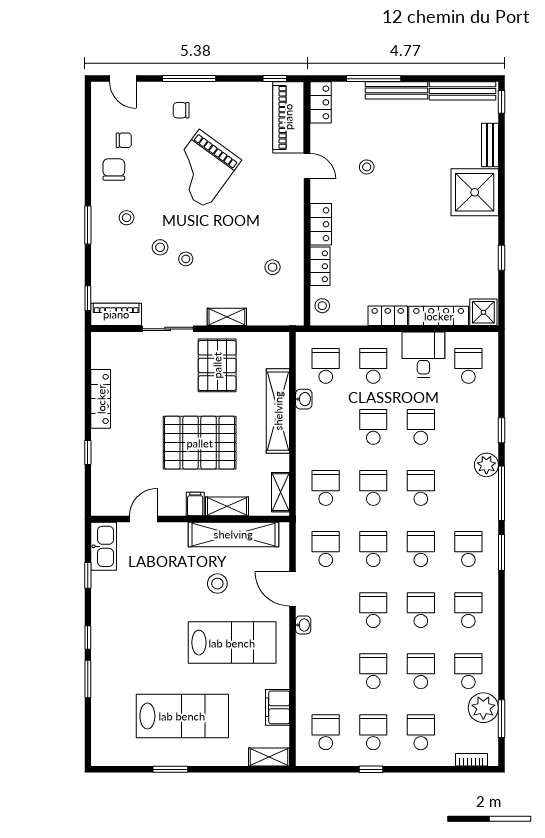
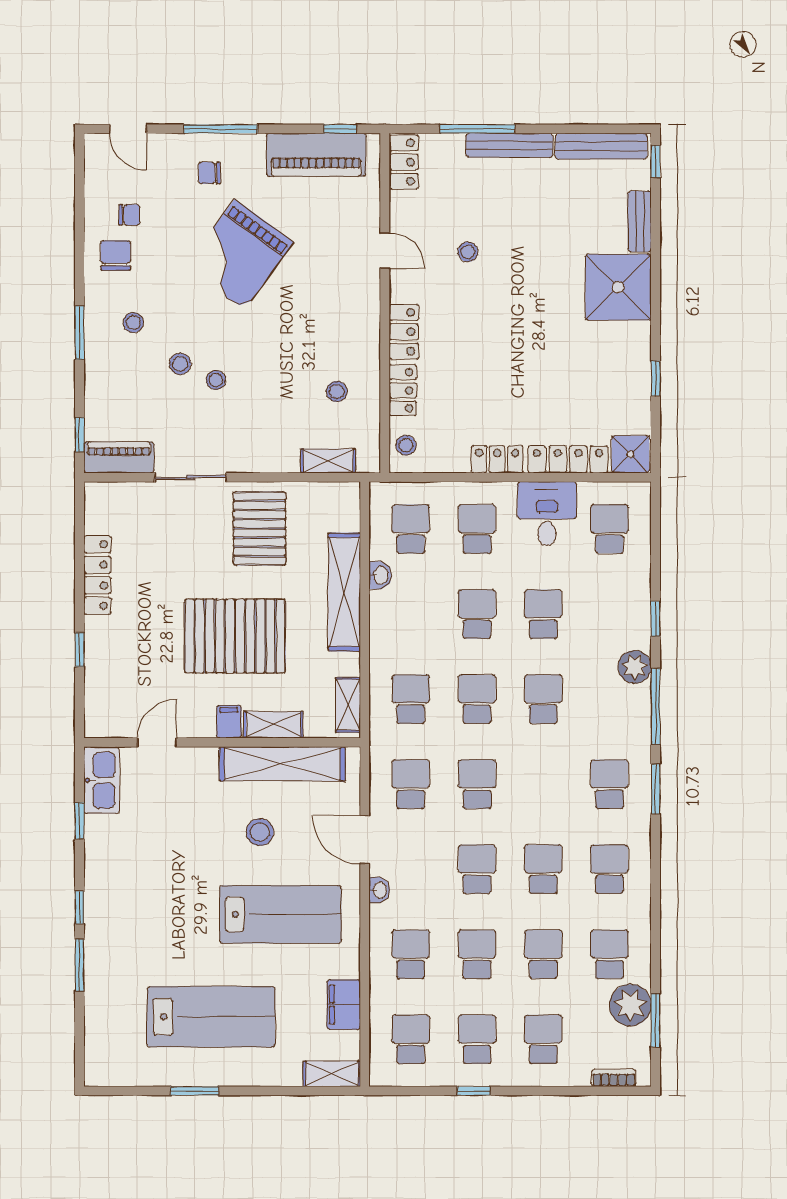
piano: (288, 117) -> (316, 155), moved, turned -90
shelving: (227, 317) -> (328, 461), moved
school desk: (421, 549) -> (411, 954), moved

